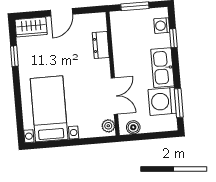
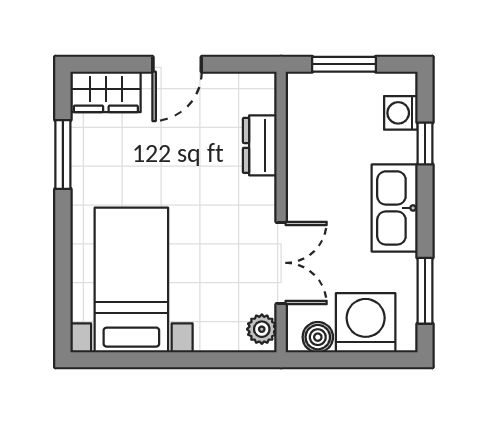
window: (14, 56) -> (63, 154), width x1.50
washing machine: (162, 101) -> (366, 323), moved, turned 90

